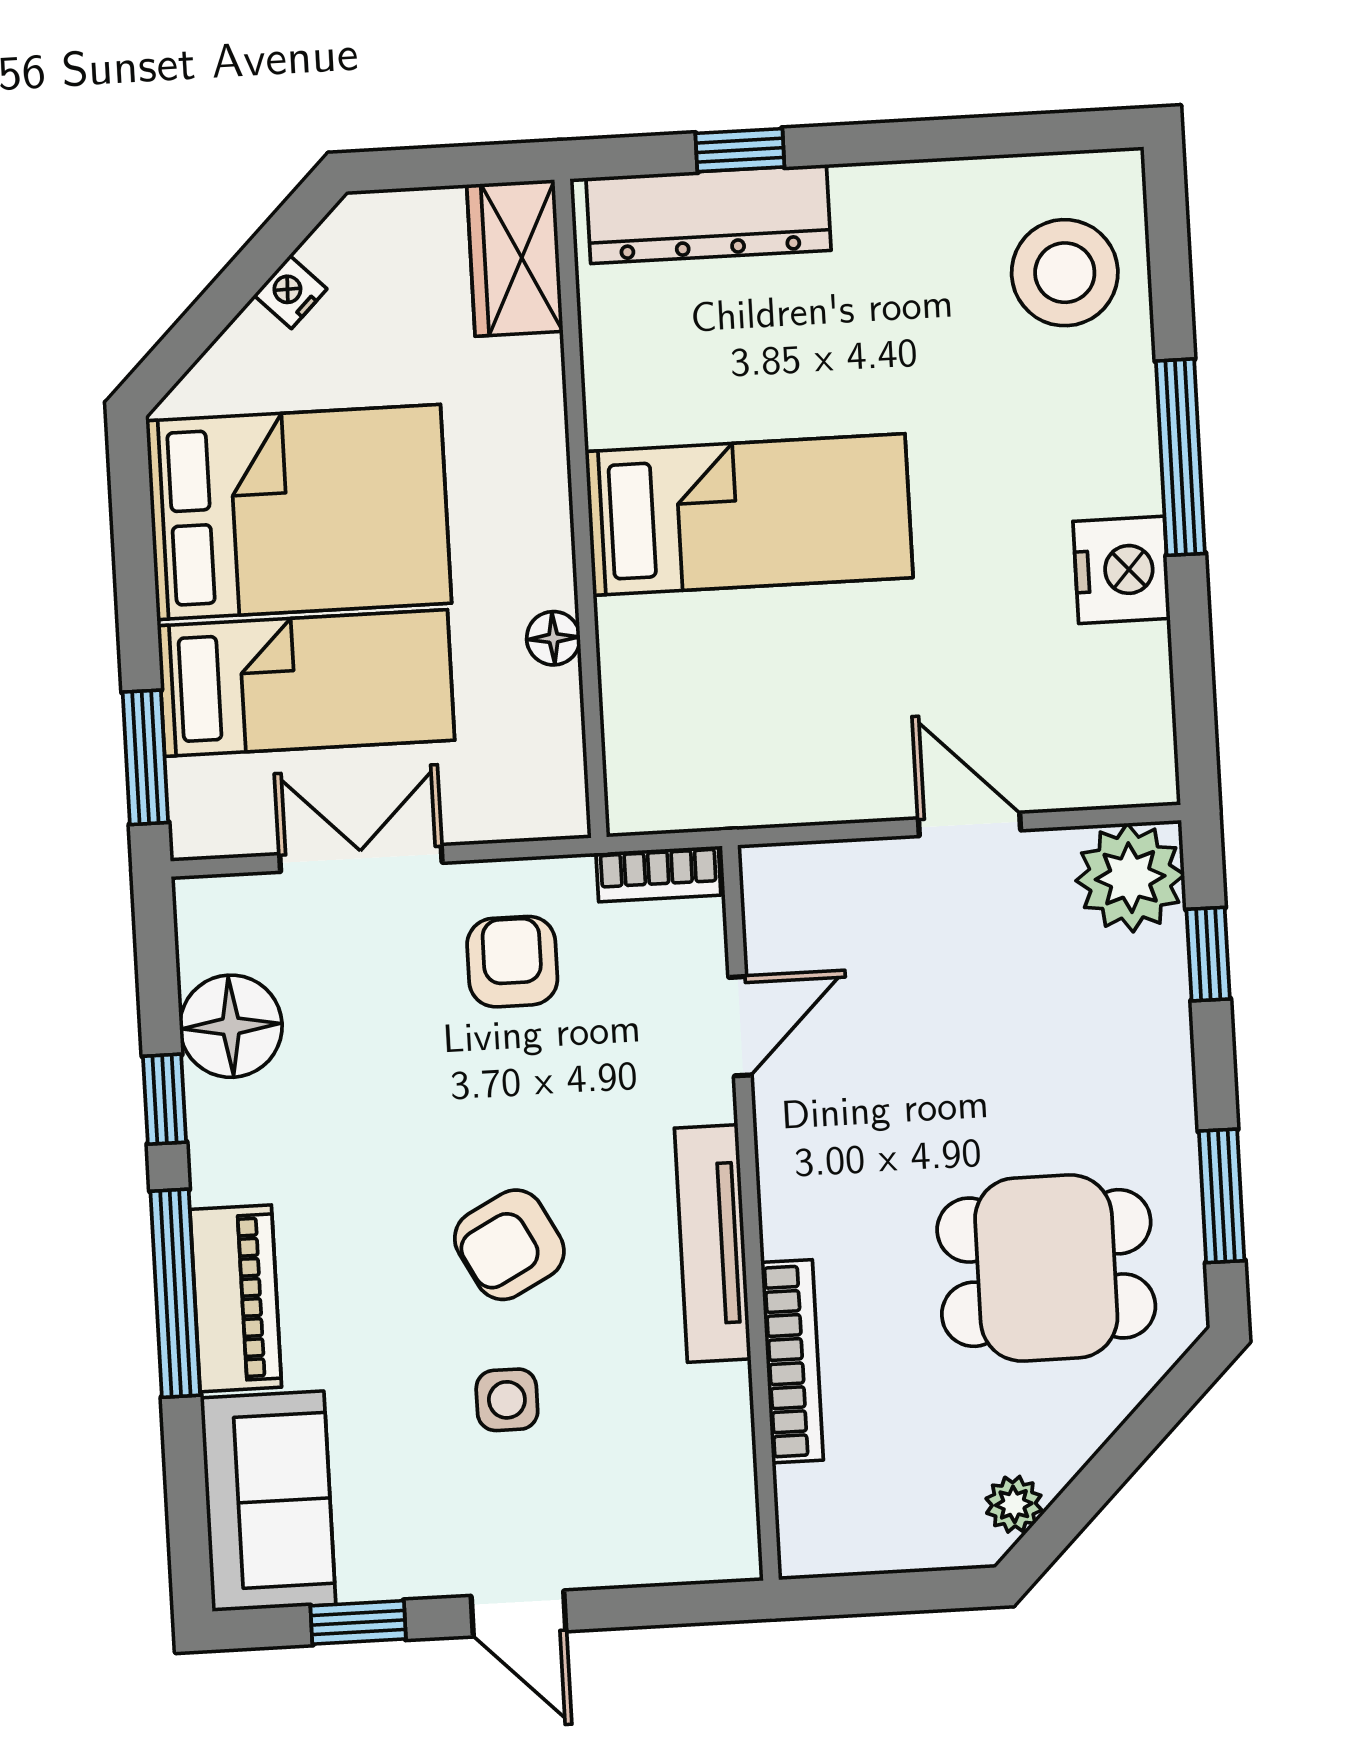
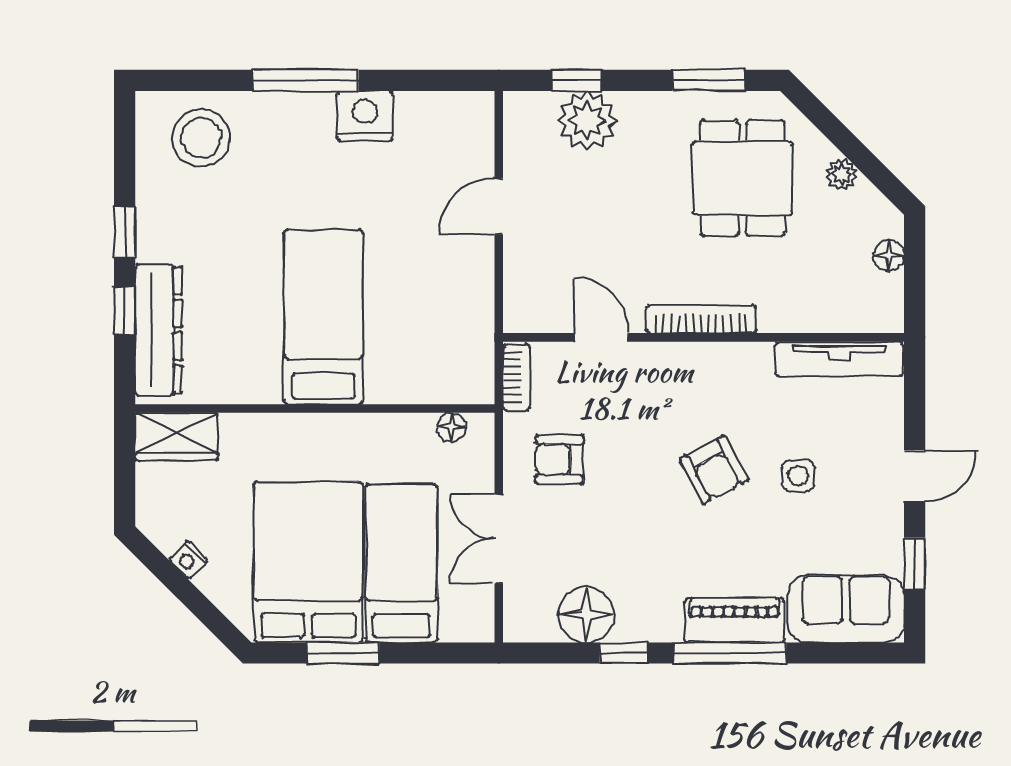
window: (884, 142) -> (125, 232), added
floor lamp: (553, 638) -> (452, 427), moved
window: (145, 757) -> (343, 653), moved
plant: (1130, 878) -> (587, 120), moved
tv unit: (713, 1243) -> (839, 359), moved
bookcase: (792, 1361) -> (701, 319), moved
plant: (1014, 1504) -> (842, 174), moved
floor lamp: (920, 1543) -> (889, 255), added

